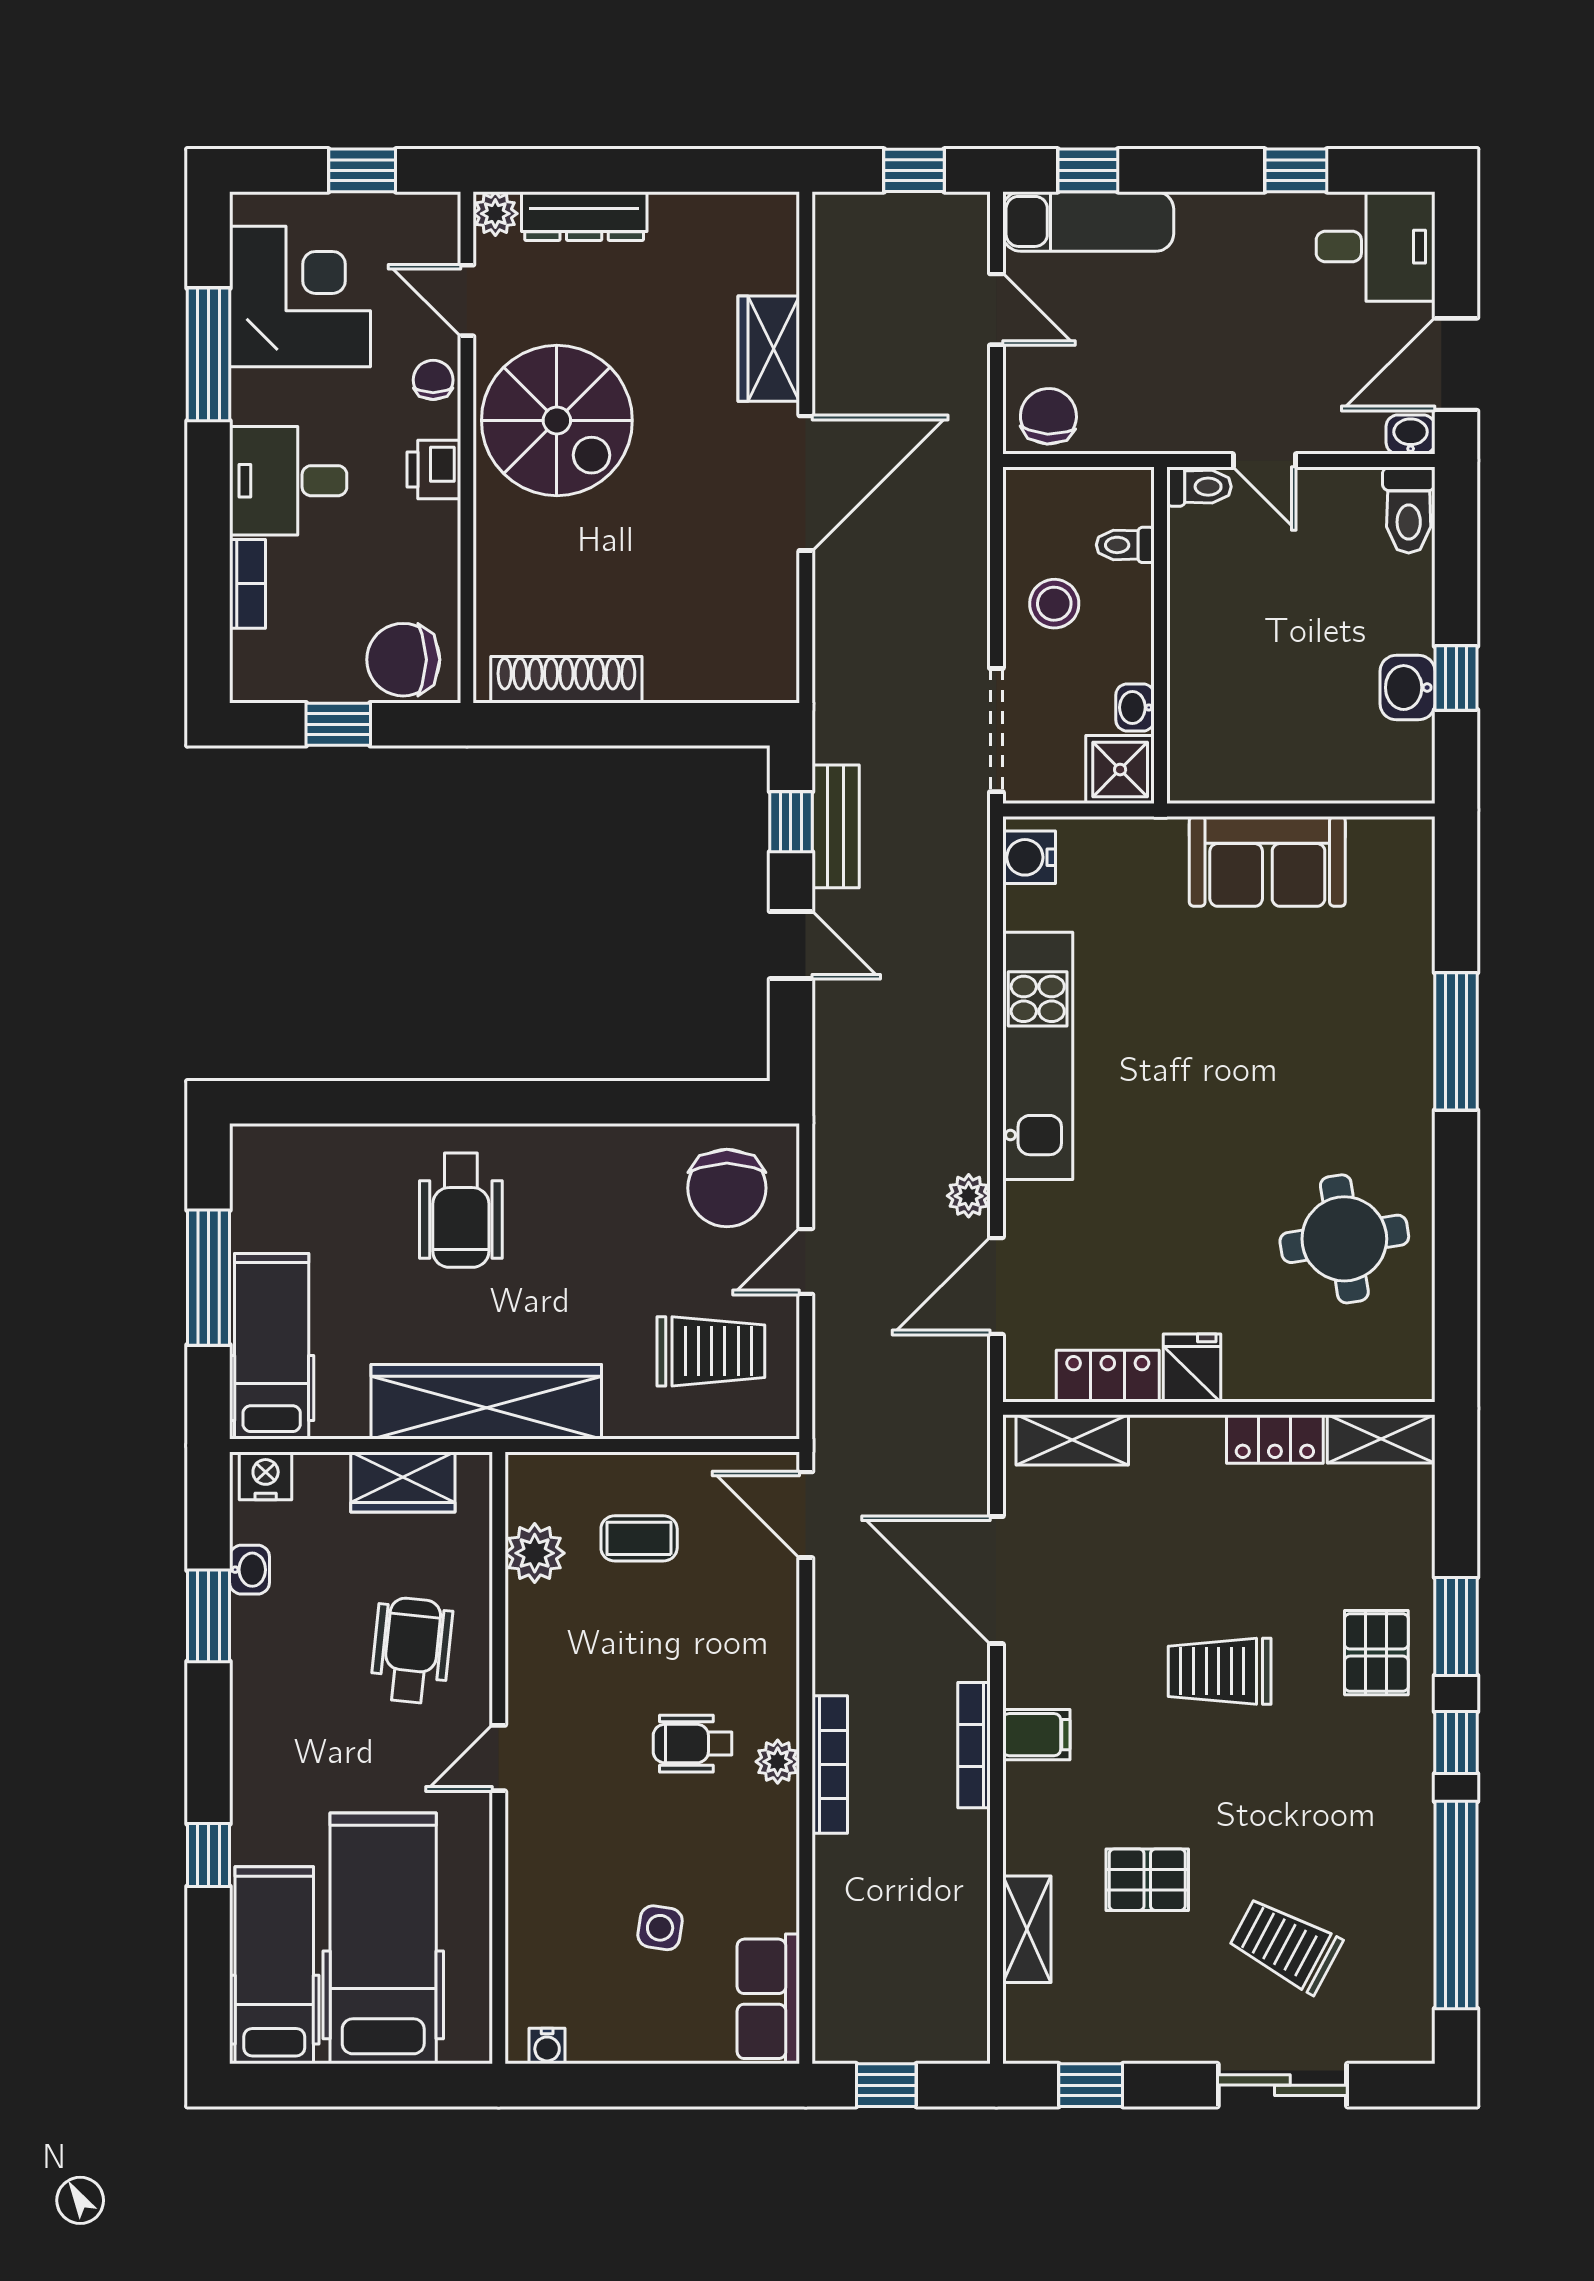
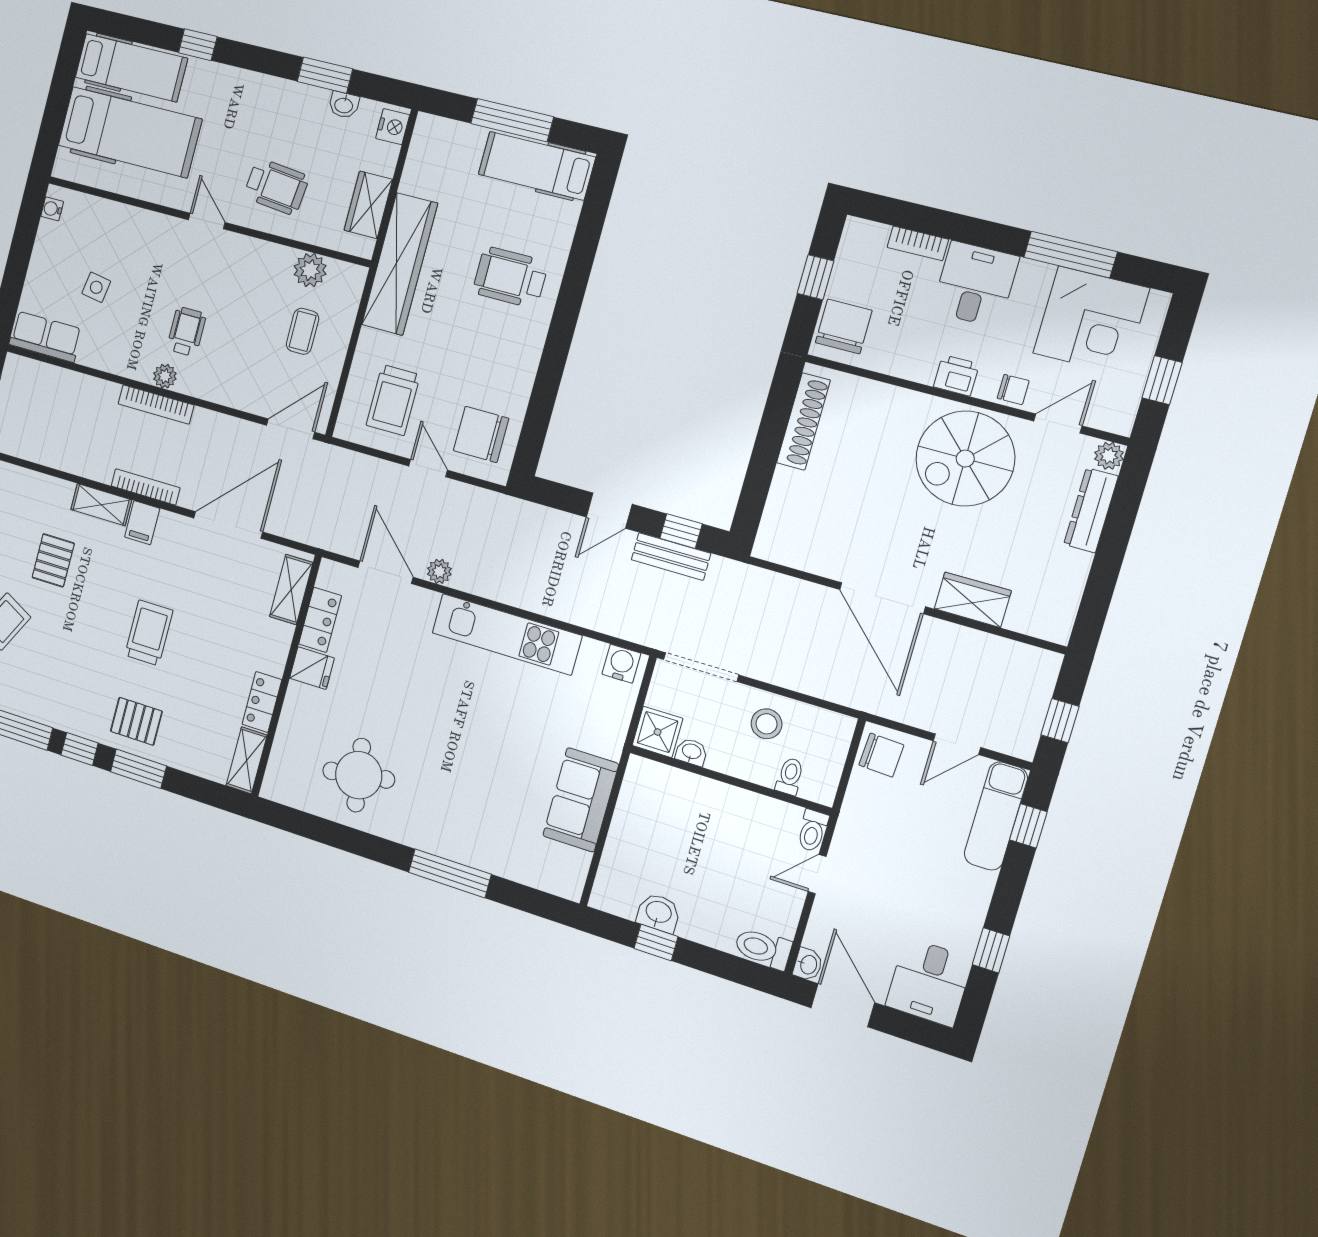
hospital bed: (272, 1346) -> (537, 166), moved, turned 180
shelving: (1027, 1929) -> (101, 505), moved

